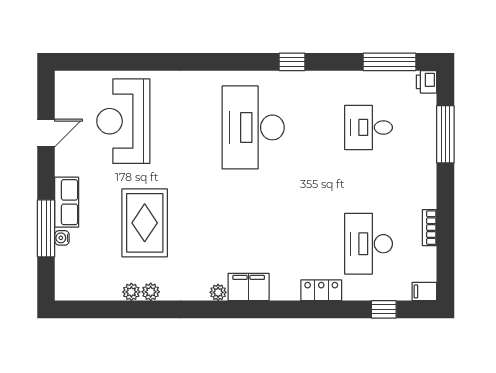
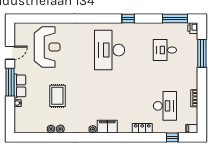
reception desk: (123, 121) -> (47, 47), turned 180
rug: (145, 223) -> (57, 96), width x0.73, depth x0.70
window: (46, 228) -> (10, 82), moved
desk: (369, 244) -> (165, 106), turned 180

